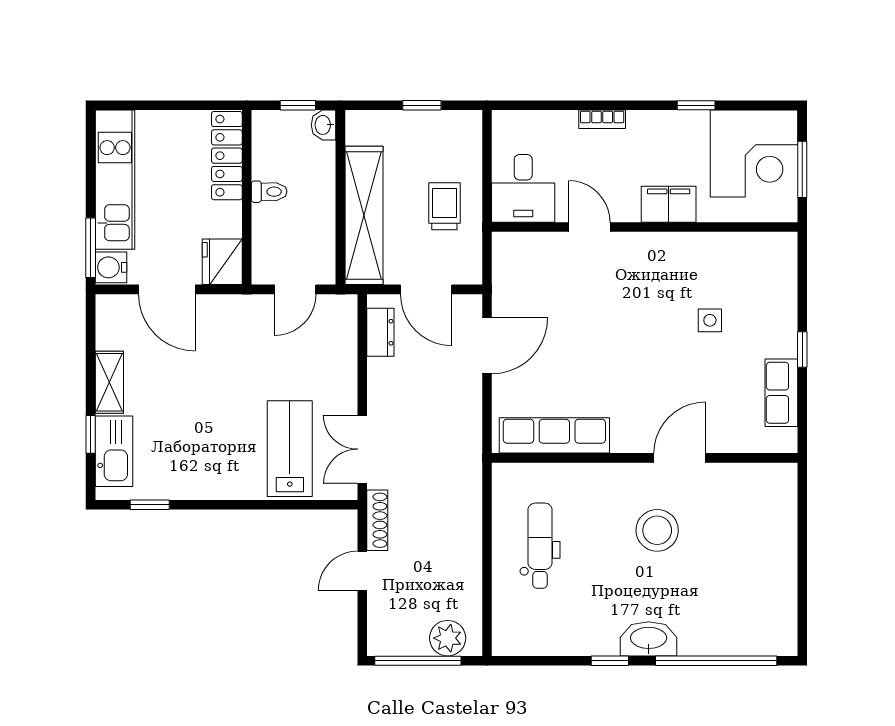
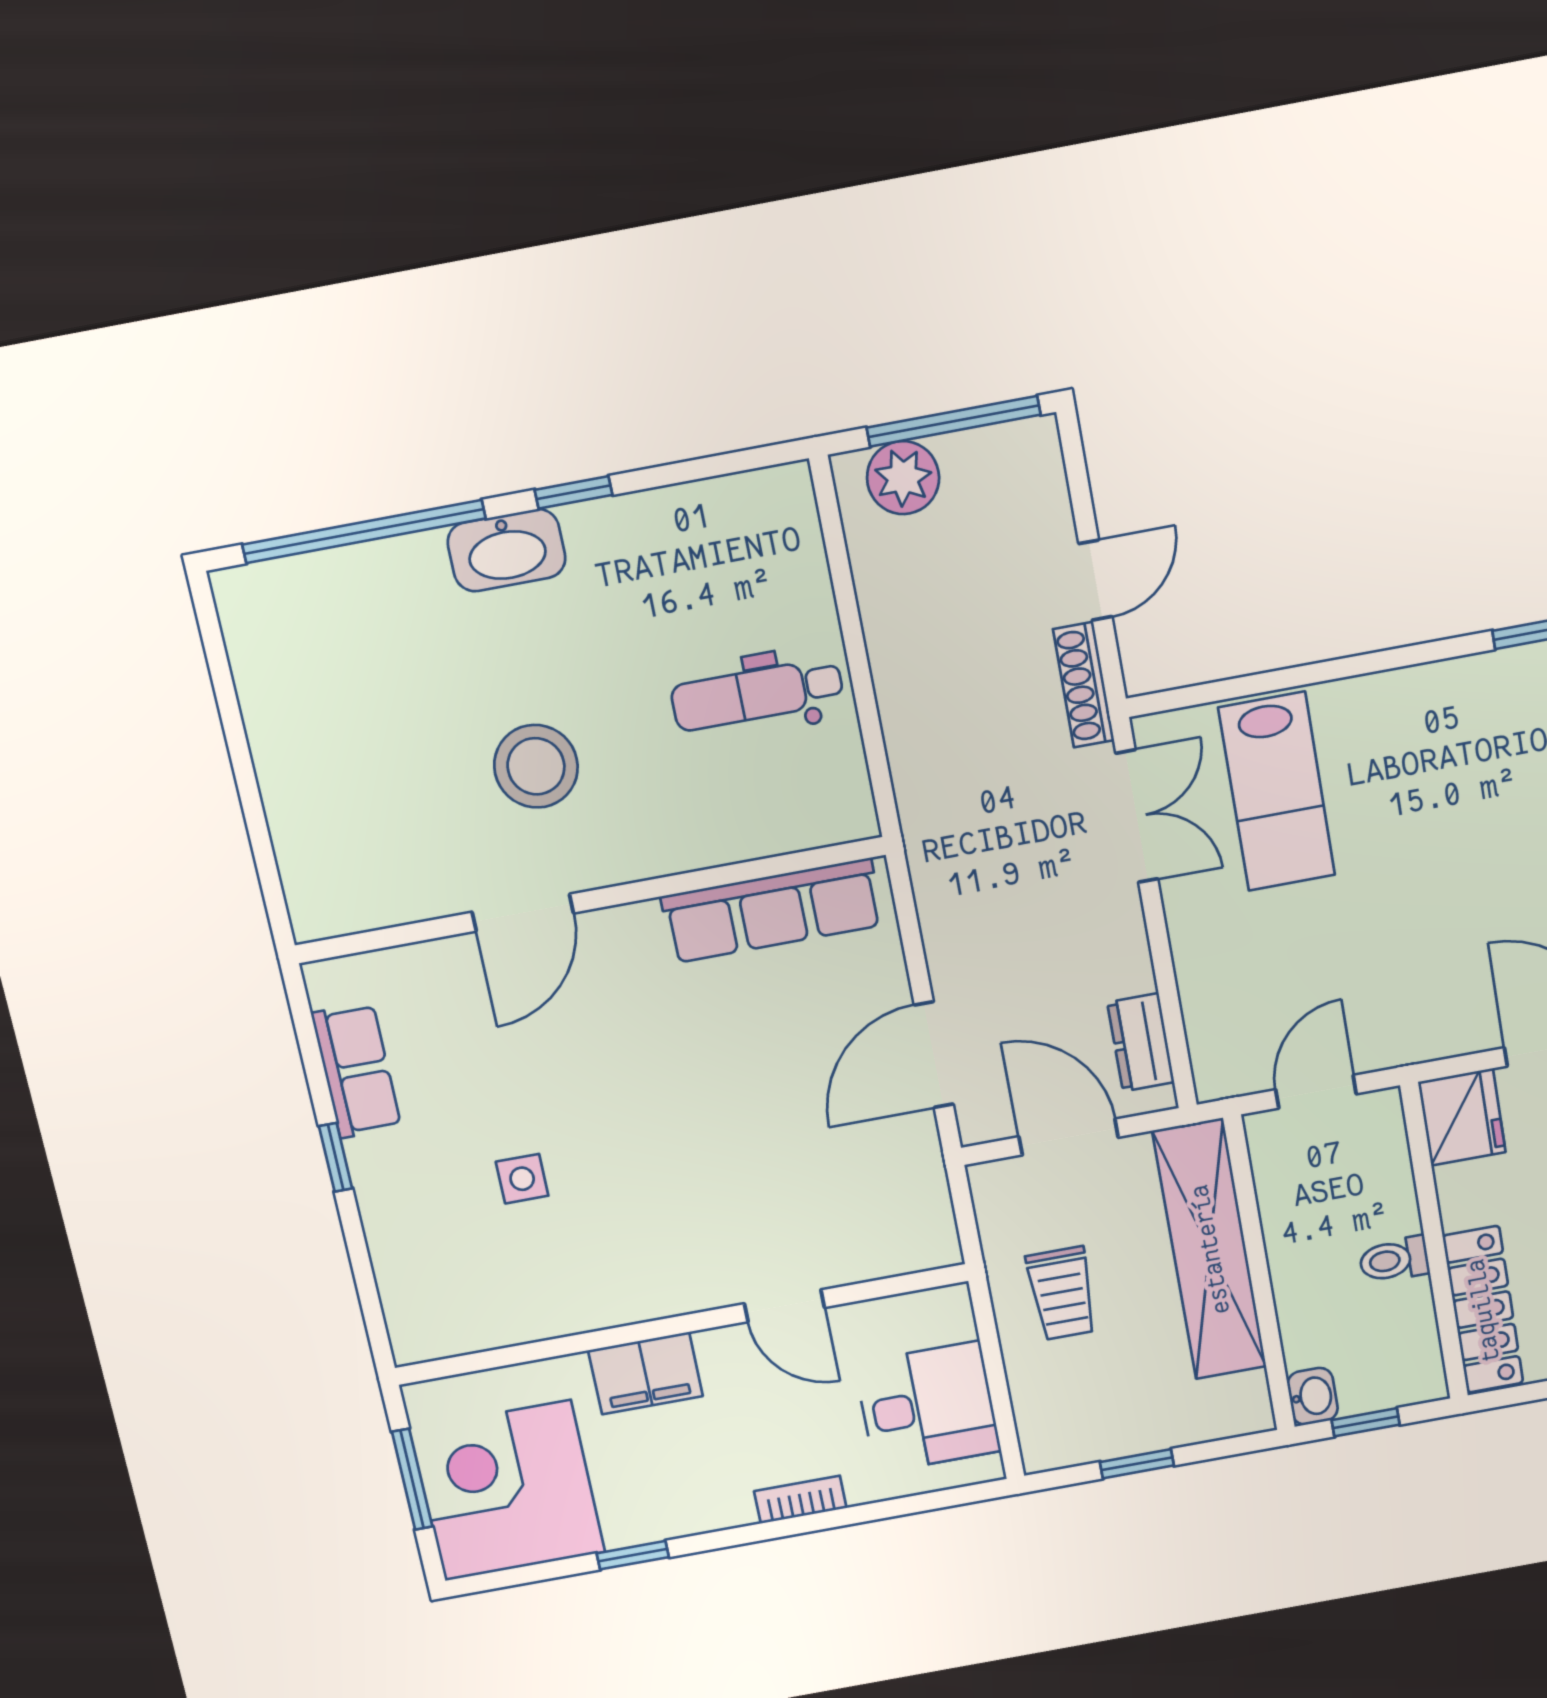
desk: (523, 188) -> (928, 1407), moved, turned 90
dental chair: (540, 546) -> (757, 694), turned 90

